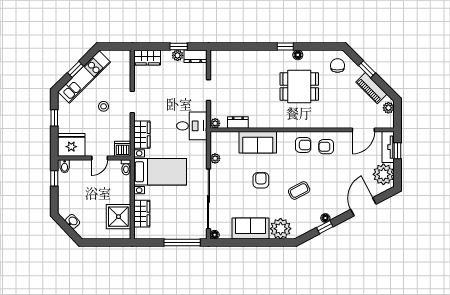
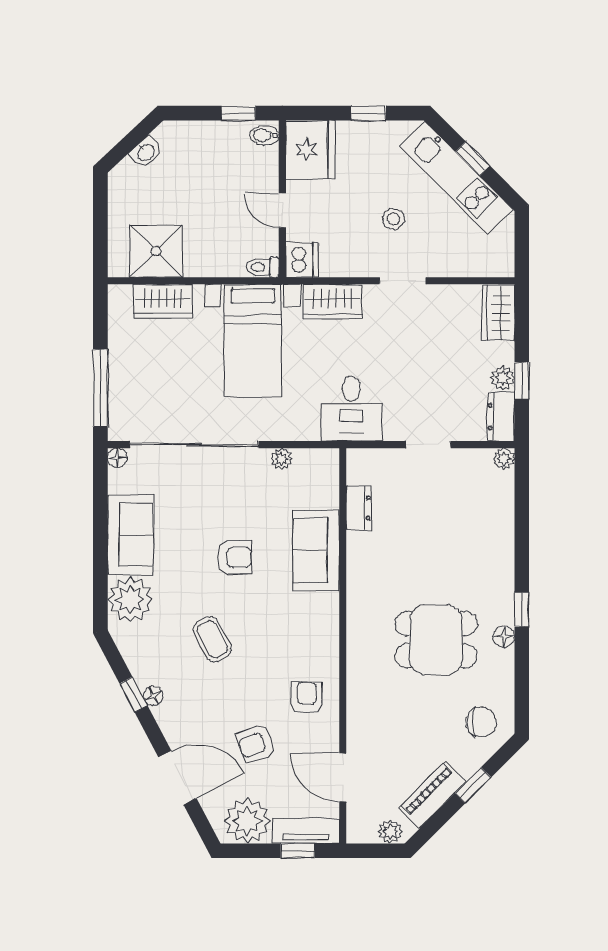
dining table: (299, 86) -> (436, 640), turned 90
plant: (215, 123) -> (504, 459), moved
armchair: (303, 145) -> (256, 744), moved, turned 70

